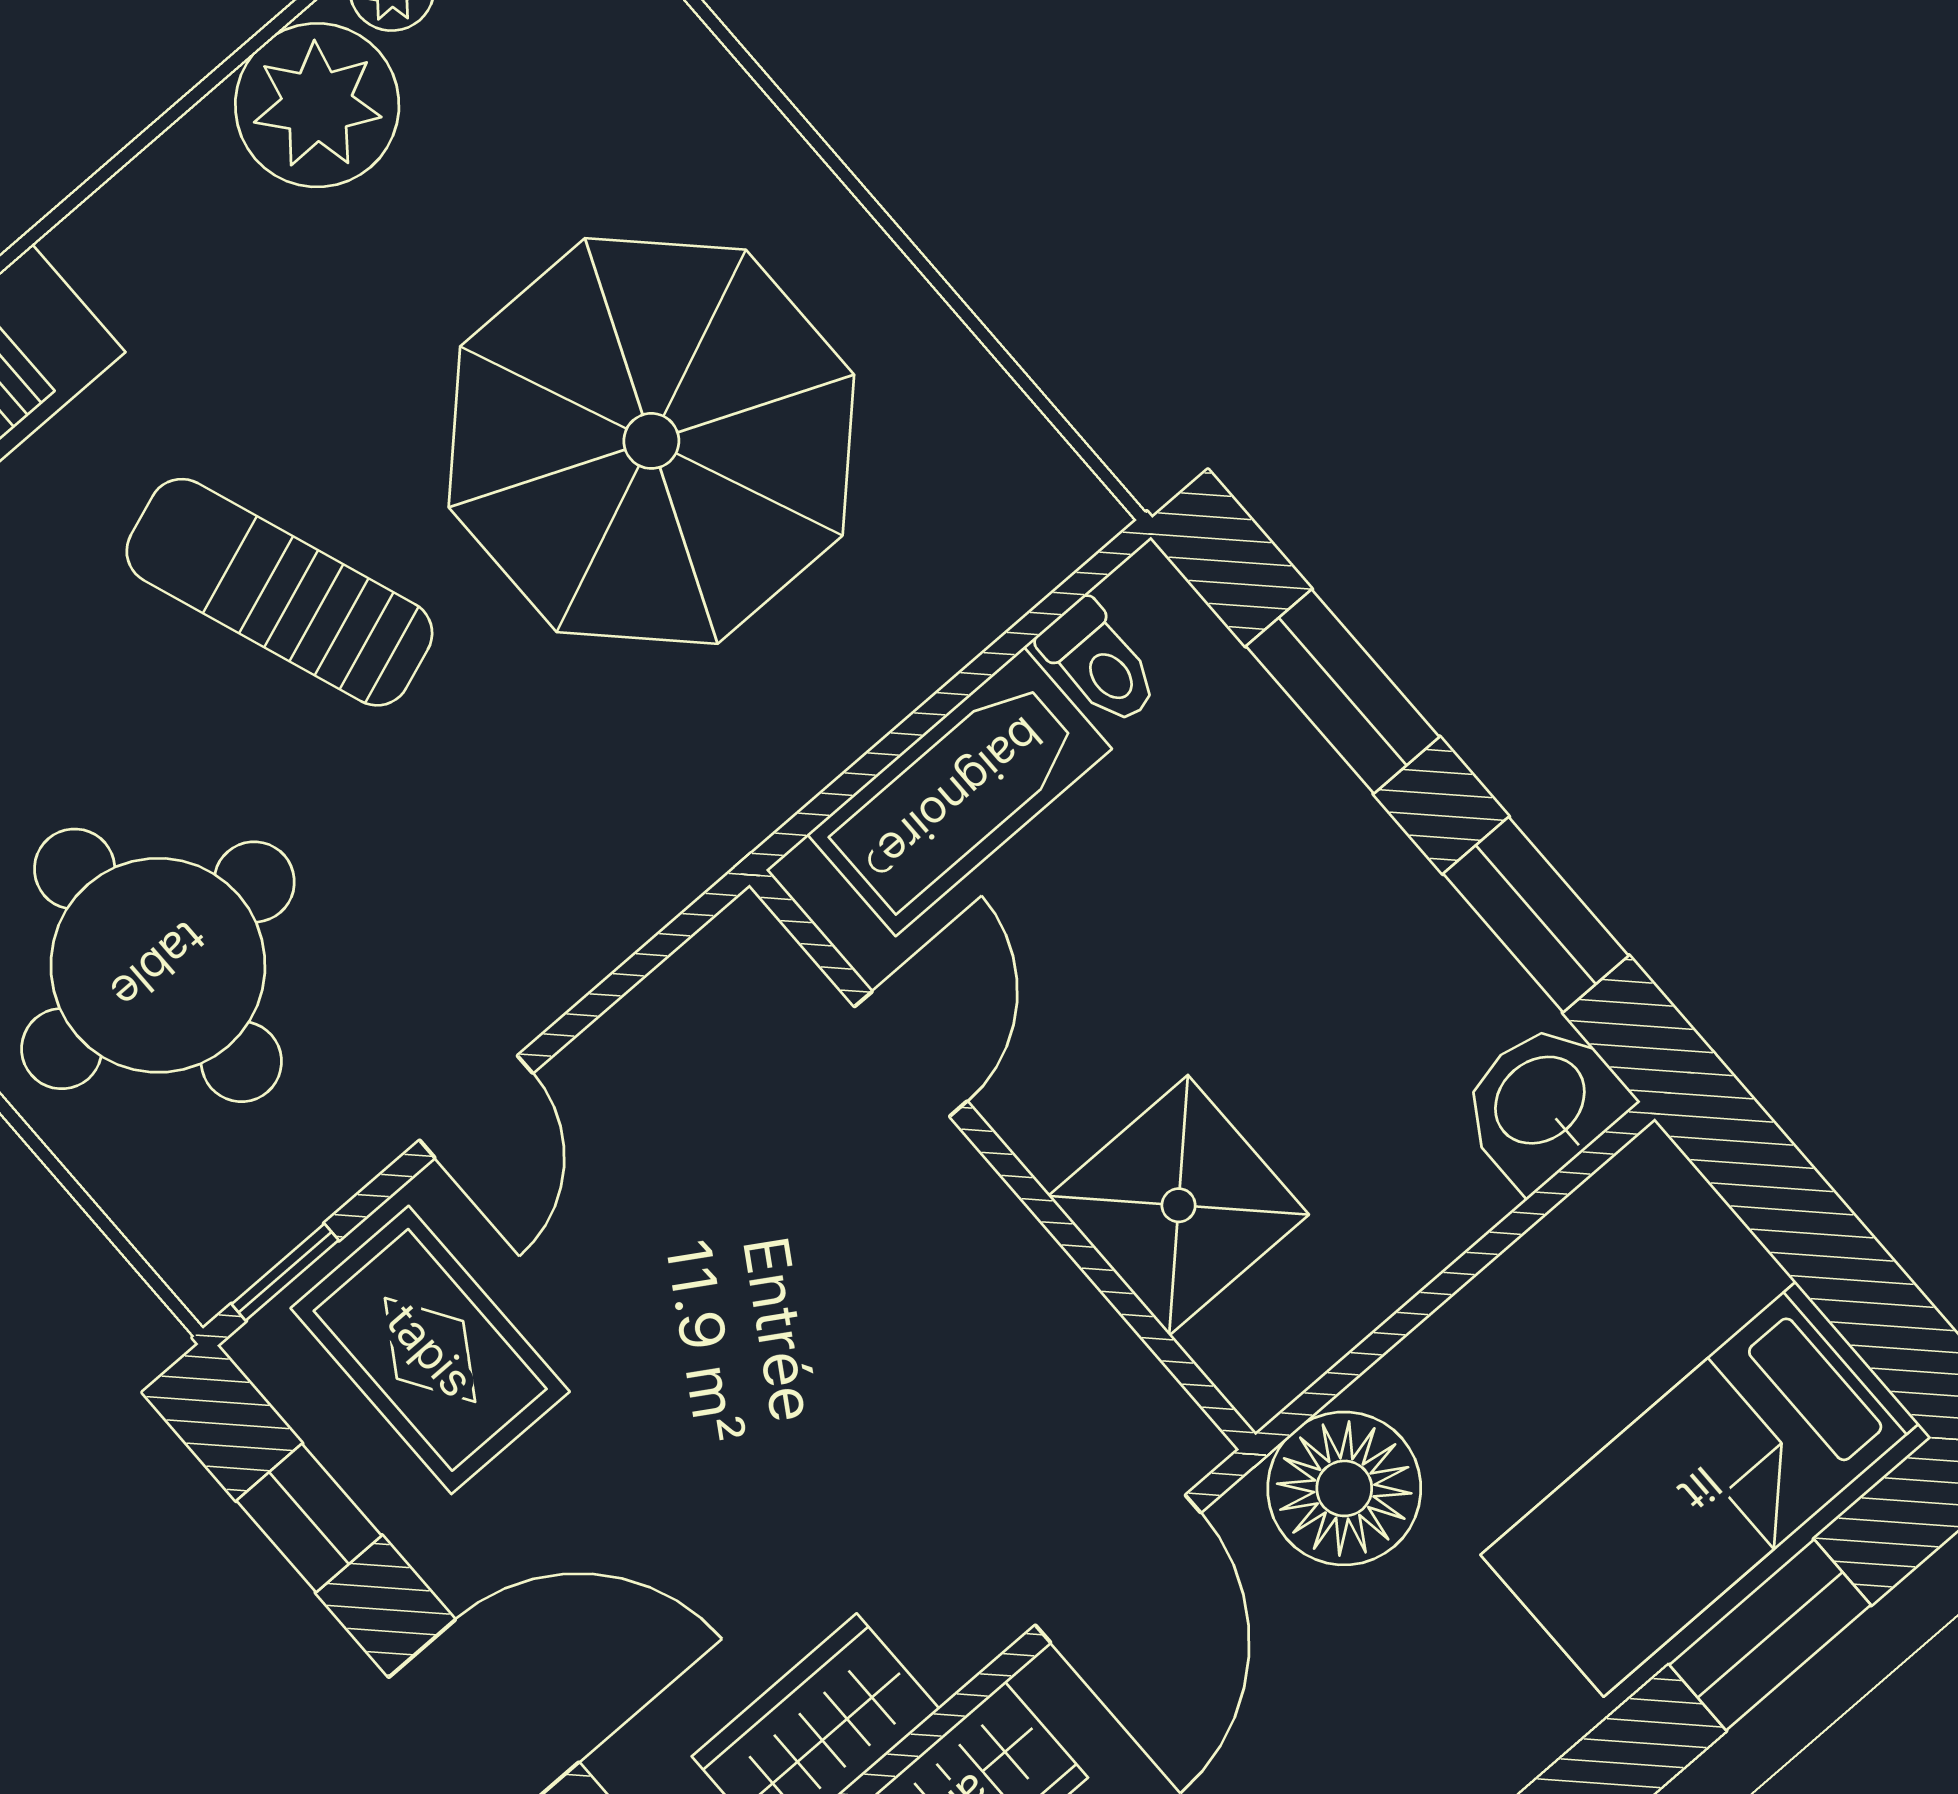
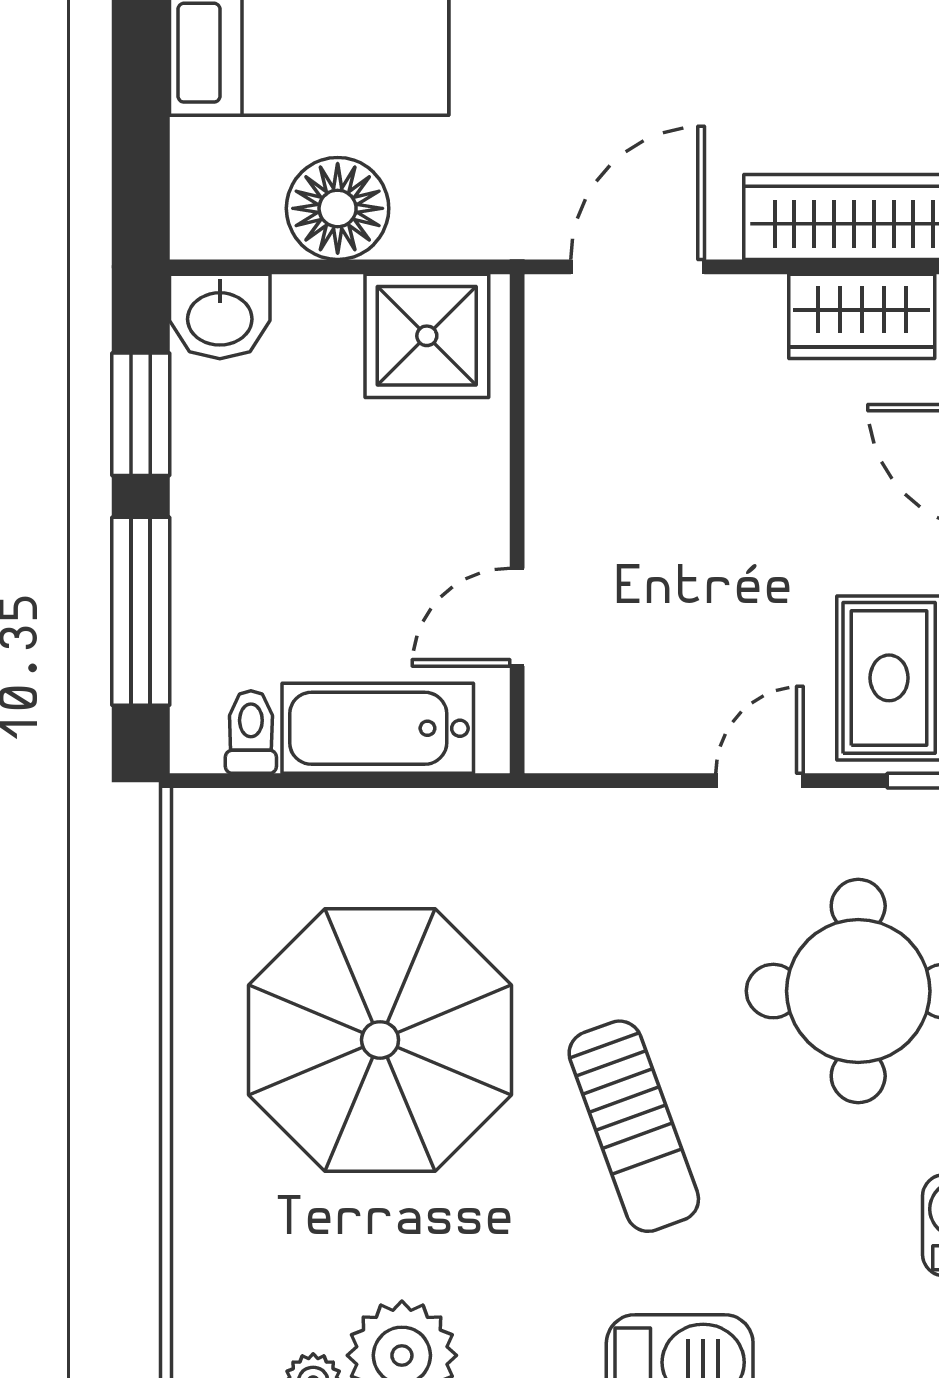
window: (1343, 692) -> (141, 611), width x1.44
shower: (1179, 1205) -> (427, 336), moved
floor lamp: (1344, 1488) -> (338, 208), moved

